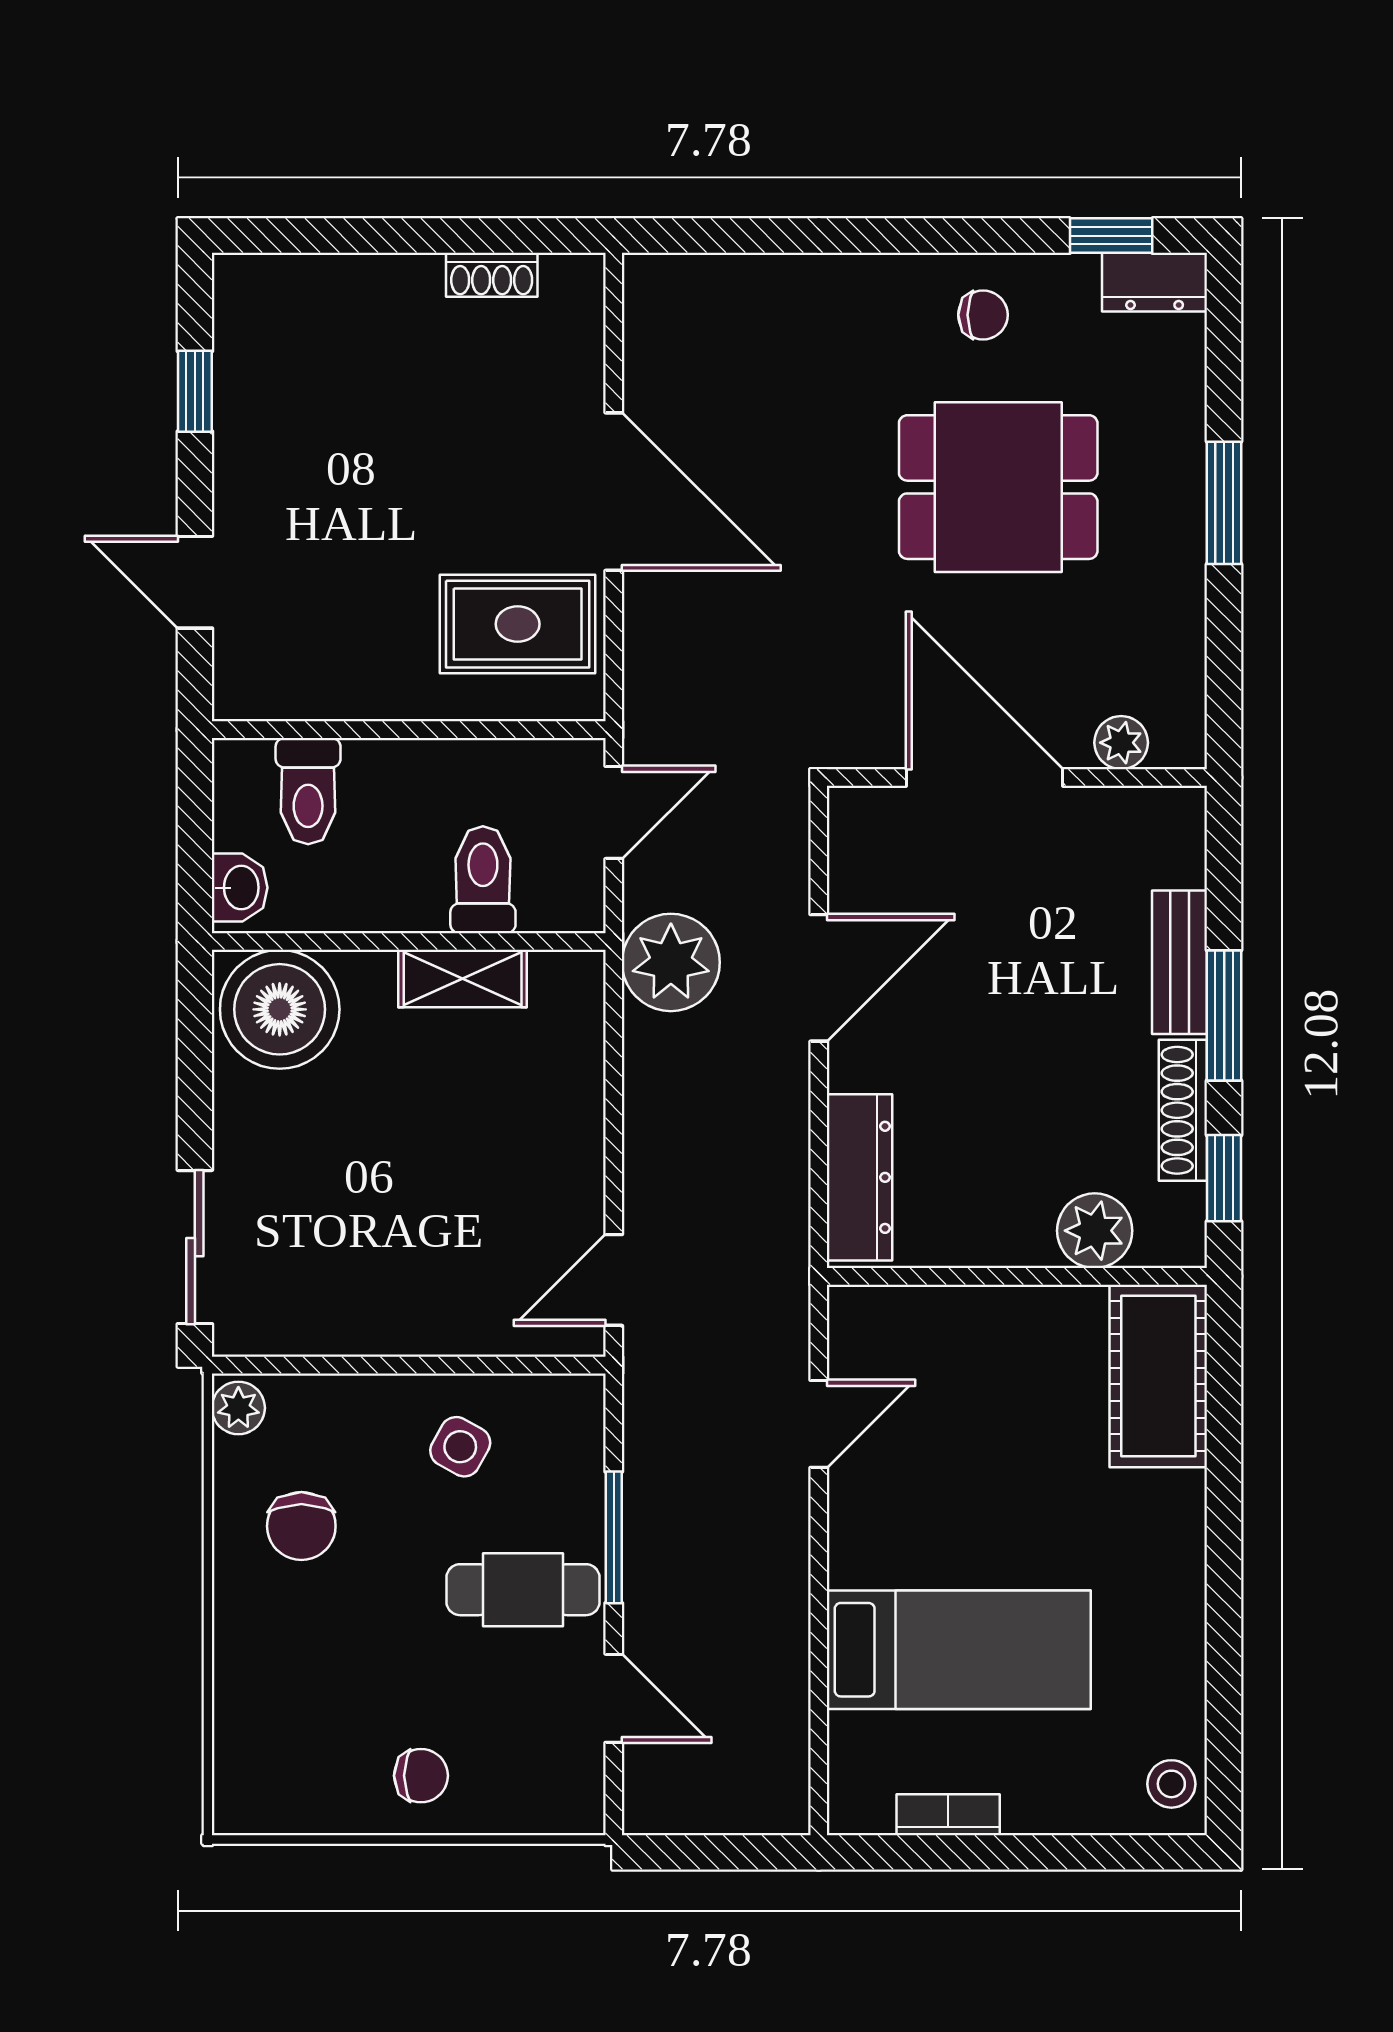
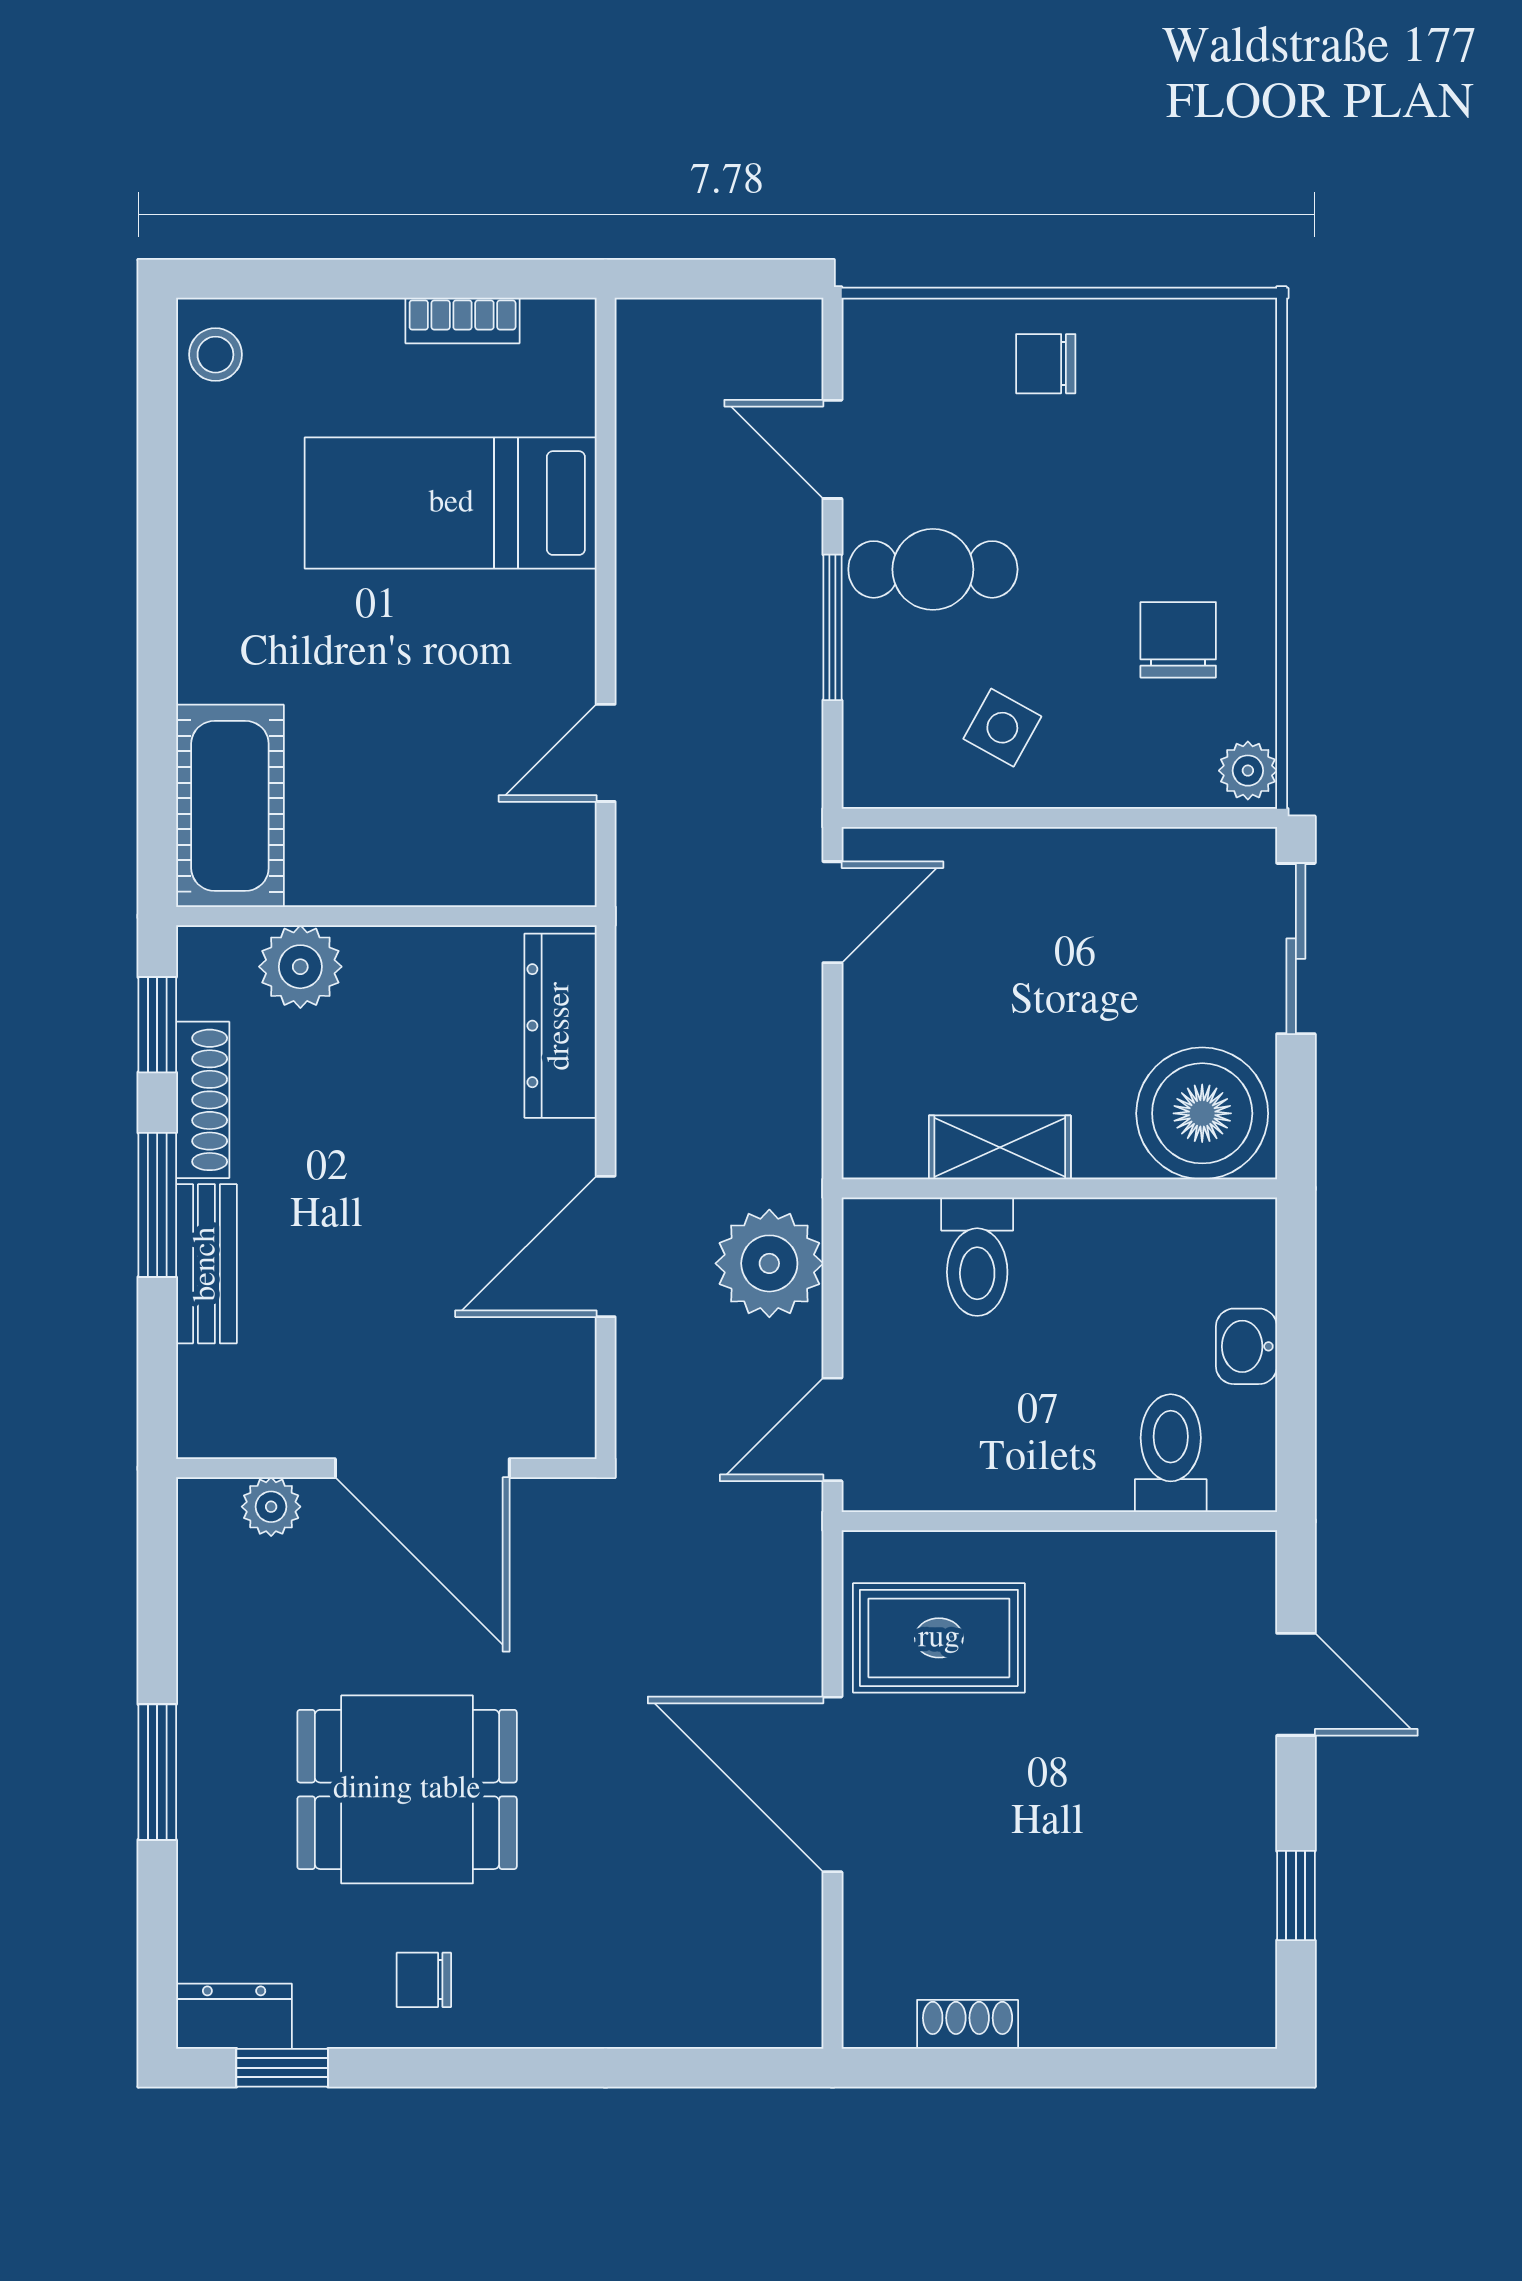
toilet: (483, 880) -> (977, 1257), moved
wall: (409, 941) -> (1059, 1188), moved
shelving: (463, 979) -> (1000, 1147), moved
boiler: (280, 1009) -> (1202, 1113), moved

